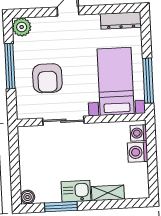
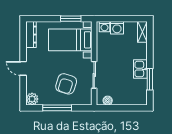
armchair: (47, 78) -> (66, 84), turned 108
window: (148, 81) -> (71, 19), width x0.69
shelving: (108, 193) -> (142, 32), moved
boiler: (28, 197) -> (108, 101), moved

